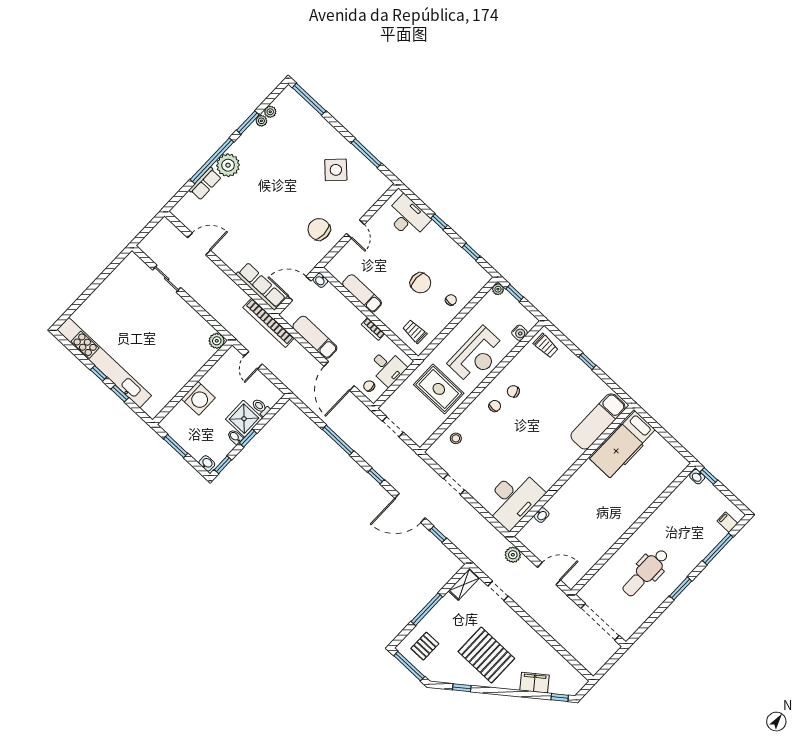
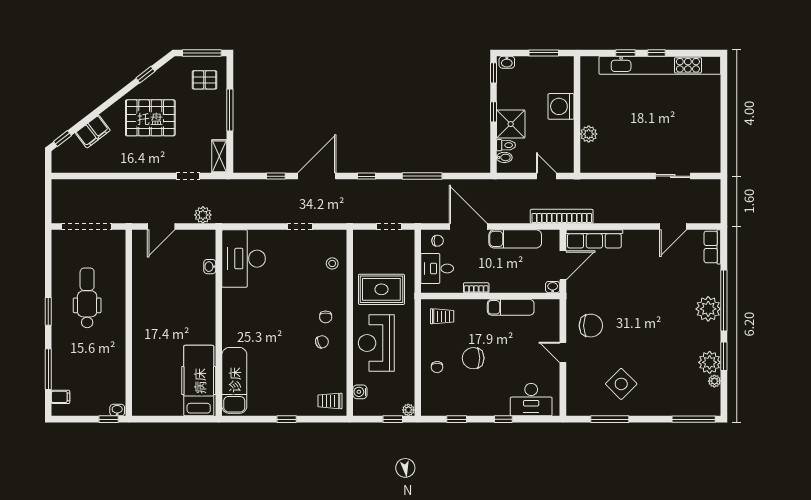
plant: (261, 121) -> (710, 362), width x1.88, depth x1.88
row of seats: (205, 184) -> (712, 247), moved
plant: (217, 341) -> (589, 134), moved
bidet: (235, 437) -> (504, 157), moved
pallet: (425, 646) -> (204, 80), turned 90

